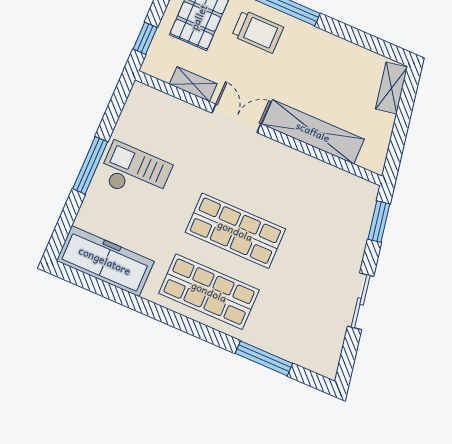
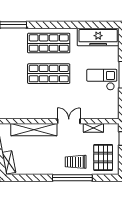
double door: (236, 118) -> (69, 121), swing flipped
checkout: (135, 173) -> (102, 80), turned 180

